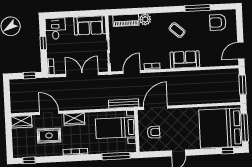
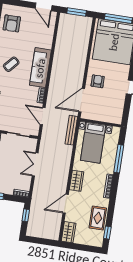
sofa: (185, 60) -> (40, 68), width x1.36
double door: (82, 74) -> (35, 164), width x0.73
door: (156, 108) -> (82, 100), hinge flipped
armchair: (154, 132) -> (98, 81), moved
rug: (49, 136) -> (98, 218), moved
window: (116, 156) -> (119, 159), moved

